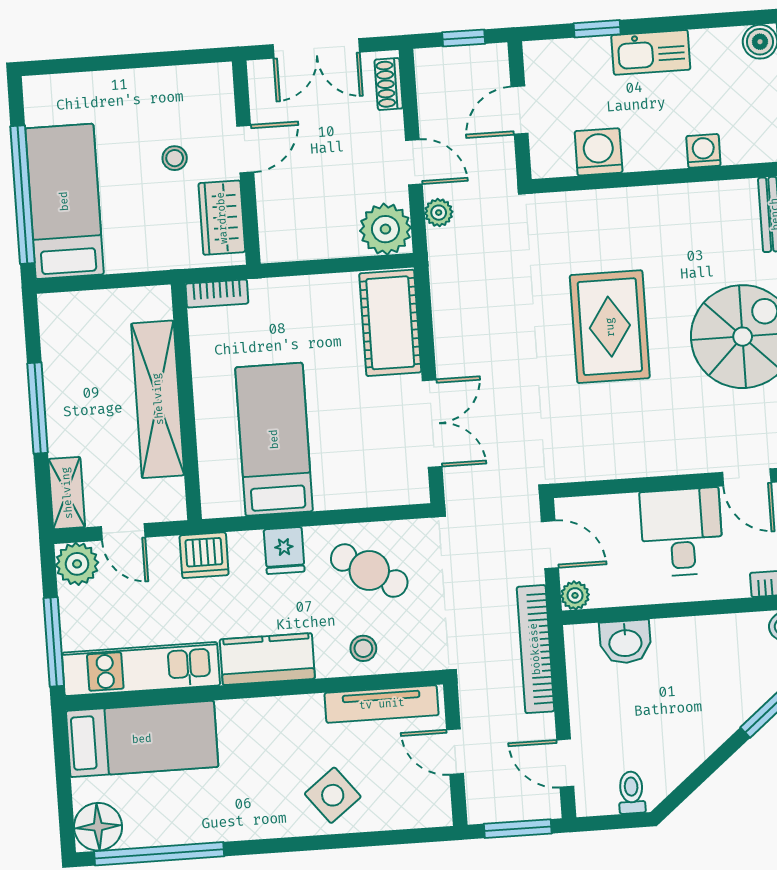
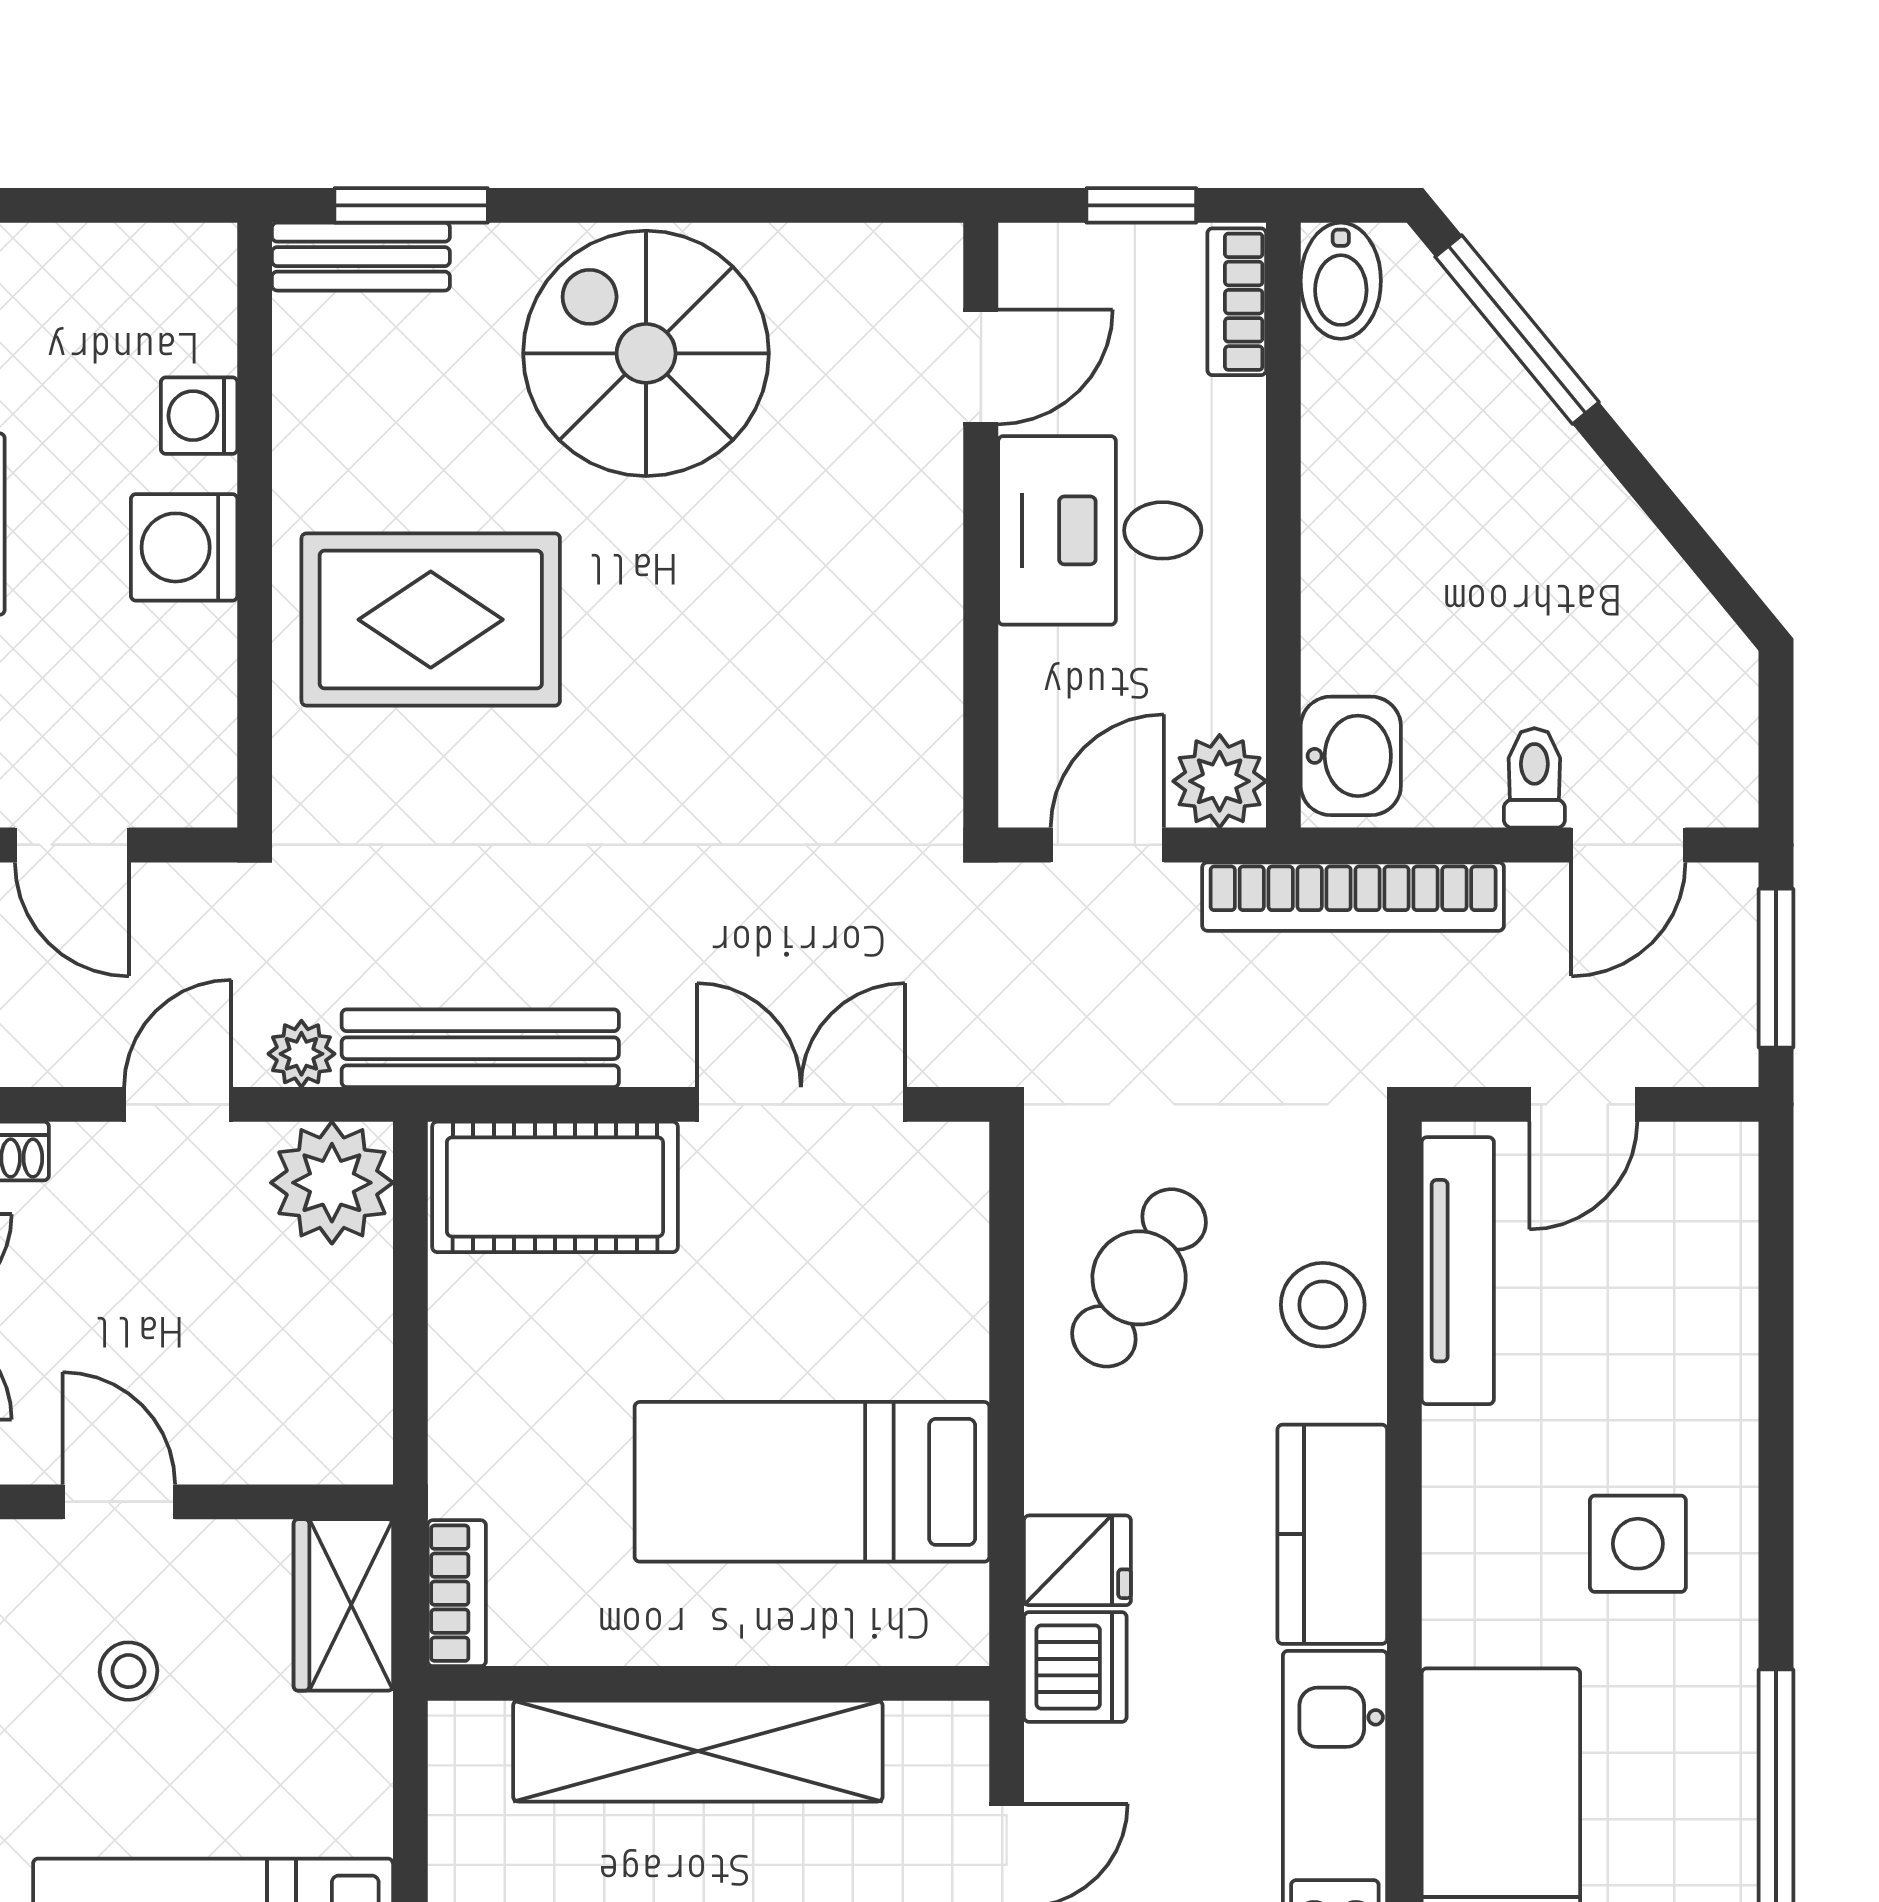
washing machine: (599, 152) -> (184, 547), moved
wardrobe: (222, 218) -> (343, 1605), moved, turned 90
bench: (446, 287) -> (480, 1048), added
rug: (610, 327) -> (431, 620), moved
fridge: (284, 551) -> (1077, 1560), moved
plant: (575, 595) -> (1220, 781), width x1.38, depth x1.38
washbasin: (625, 642) -> (1351, 756), moved
stool: (363, 648) -> (1323, 1305), width x1.37, depth x1.37
toilet: (631, 792) -> (1534, 778), moved, turned 90
side table: (333, 795) -> (1638, 1544), moved, turned 38

